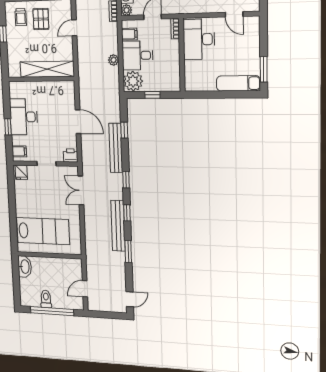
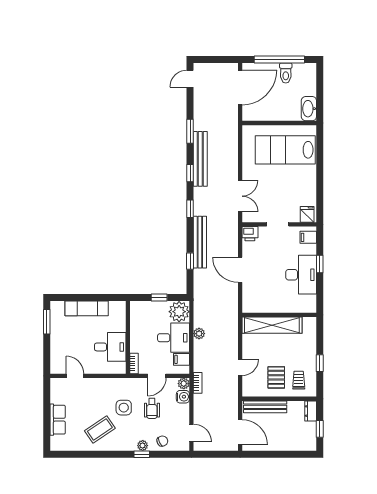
desk: (199, 39) -> (110, 347), width x0.73
exam couch: (238, 83) -> (87, 308), moved
door: (85, 289) -> (240, 87), width x1.87

